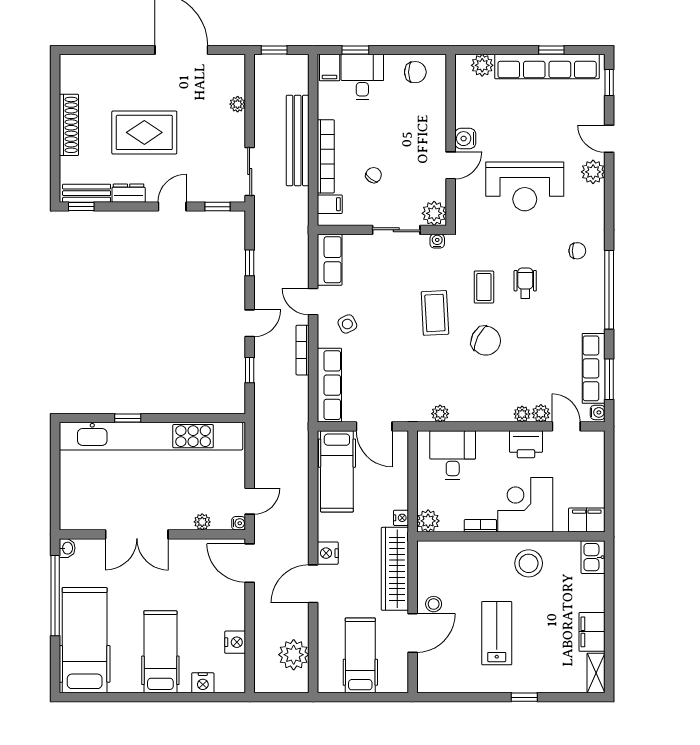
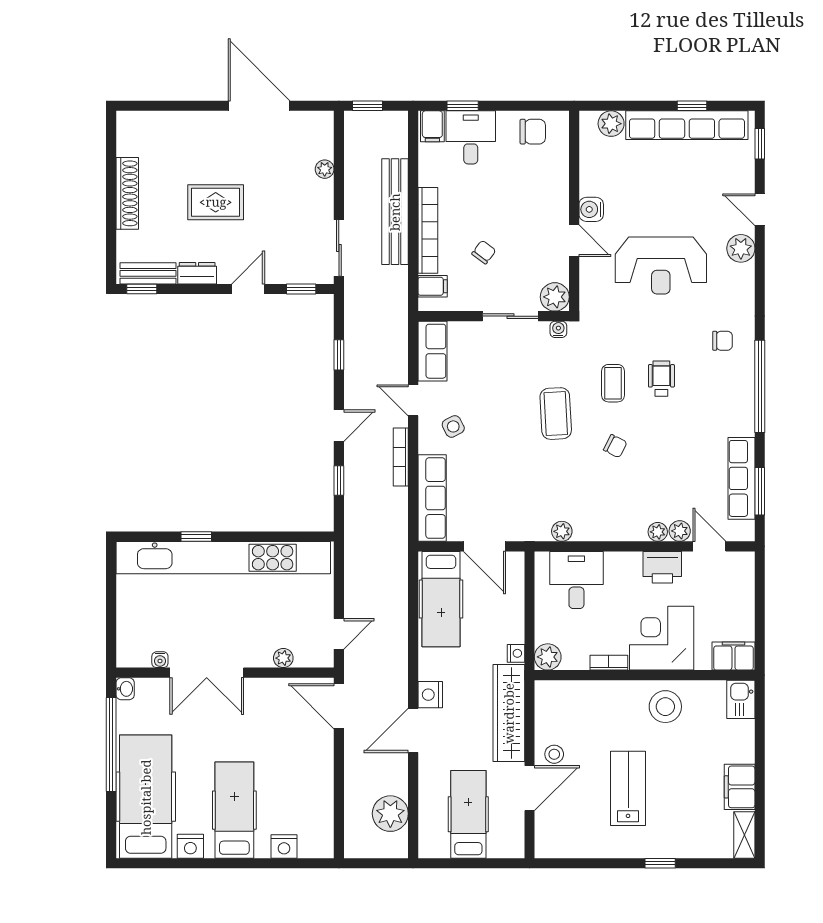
rug: (144, 132) -> (216, 202), width x0.73, depth x0.70
door: (451, 165) -> (574, 241), hinge flipped
chair: (486, 341) -> (615, 446), width x0.54, depth x0.54
water cooler: (598, 412) -> (746, 530), removed
water cooler: (239, 523) -> (160, 660), moved, turned 90
nightstand: (235, 642) -> (190, 846), moved, turned 90

